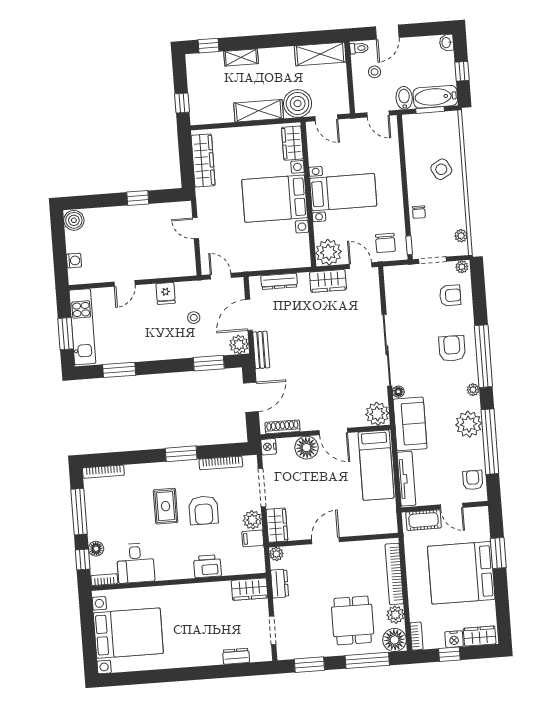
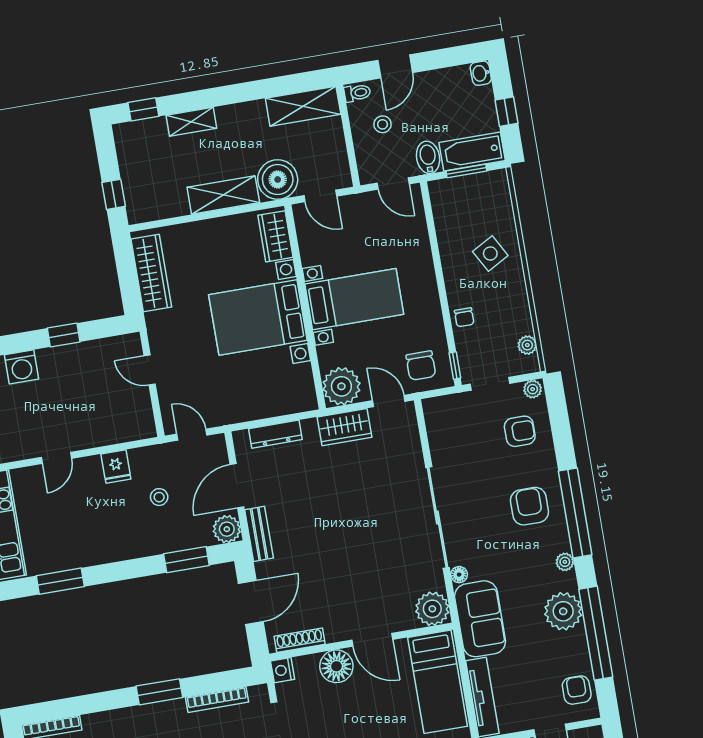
washing machine: (106, 218) -> (22, 367), added

